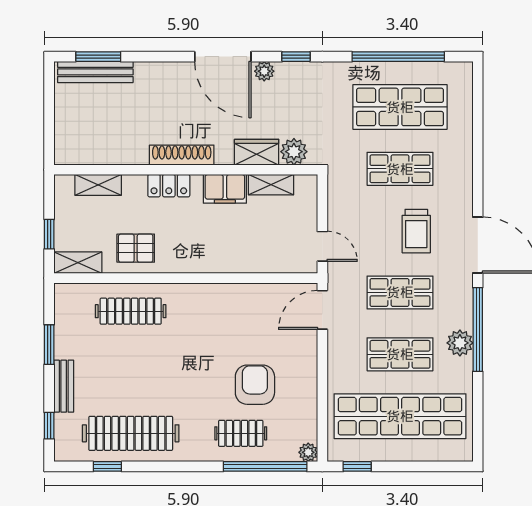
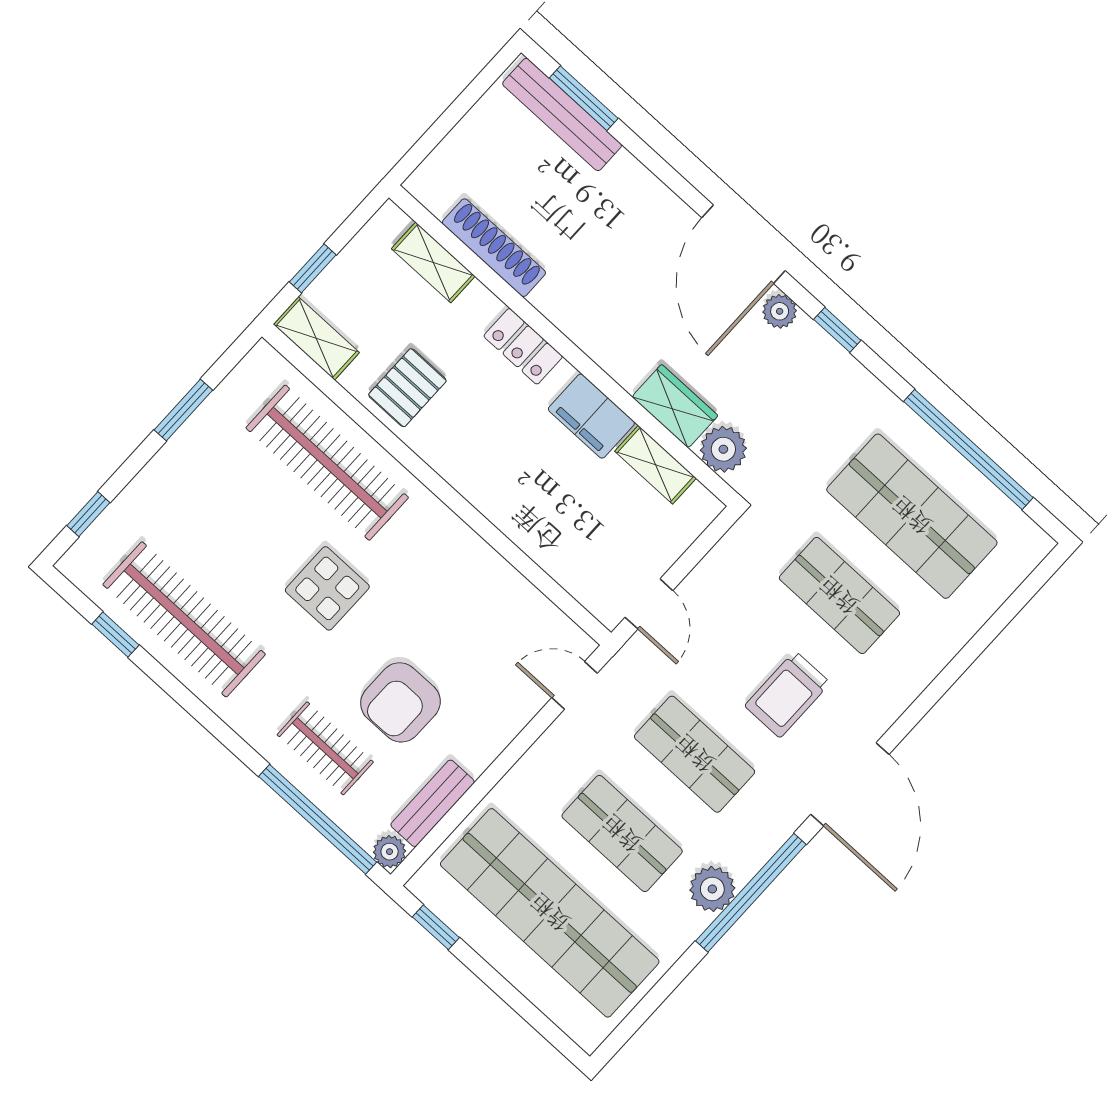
shoe rack: (182, 155) -> (494, 248), moved
pallet: (136, 248) -> (407, 388), turned 90
door: (322, 310) -> (575, 685), width x0.73
clothes rail: (131, 311) -> (327, 463), width x1.37, depth x1.31
display table: (180, 365) -> (327, 588), added
armchair: (255, 385) -> (400, 702), turned 180
bench: (64, 386) -> (433, 803), moved

